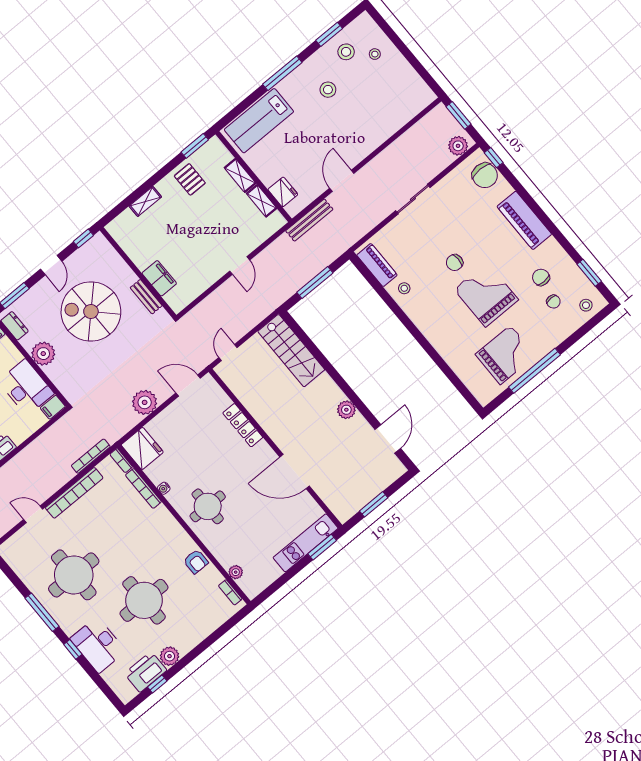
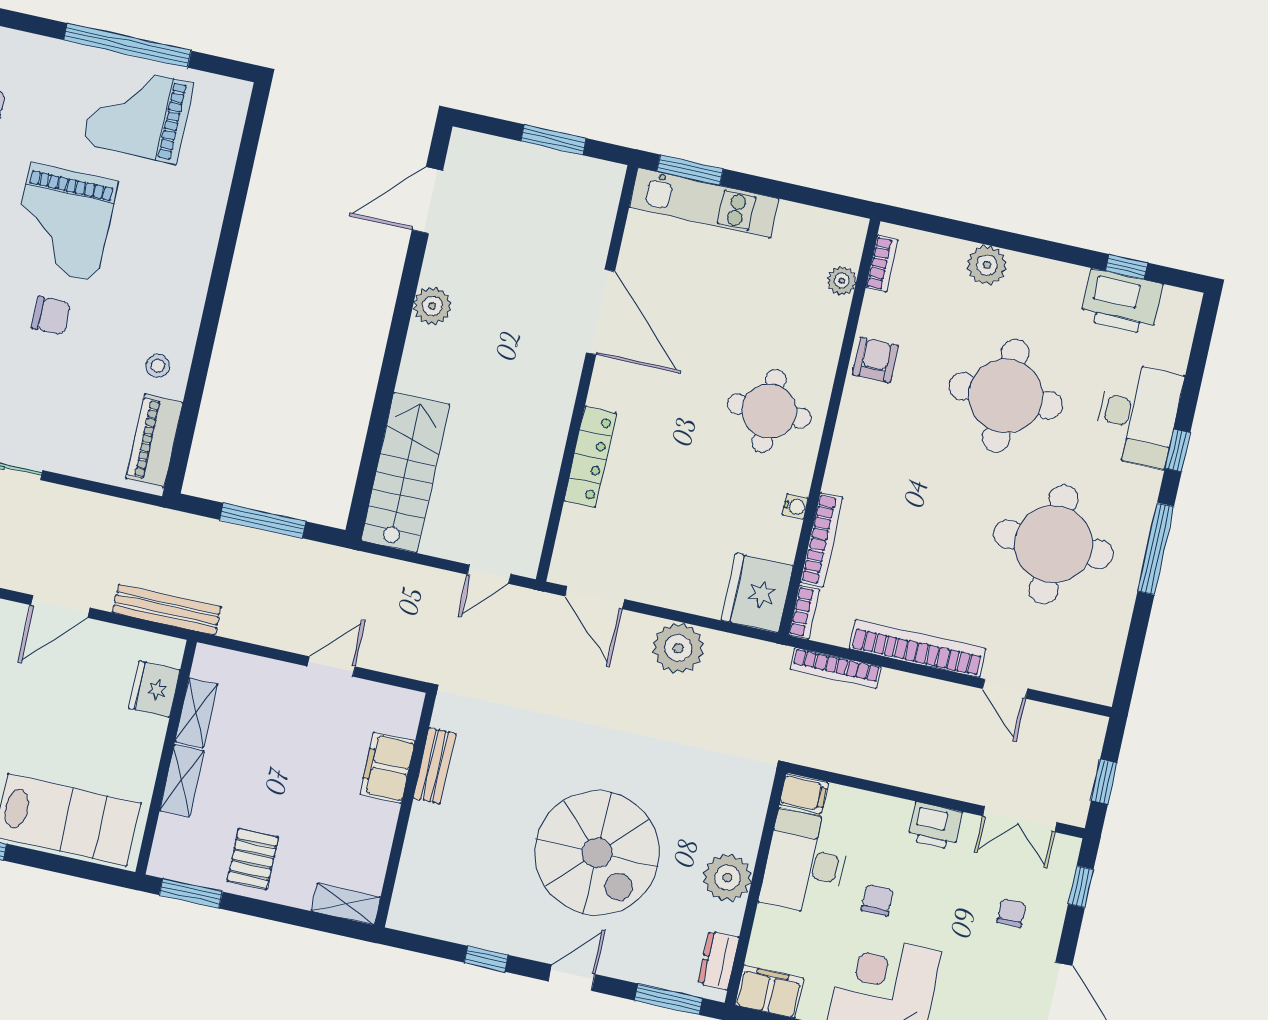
wall: (138, 273) -> (405, 810), moved
filing cabinet: (159, 278) -> (387, 768), moved
bench: (146, 297) -> (435, 766), moved
plant: (169, 656) -> (987, 265), moved

